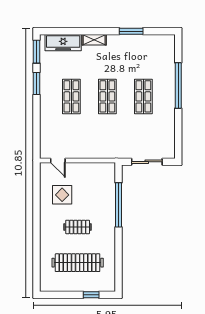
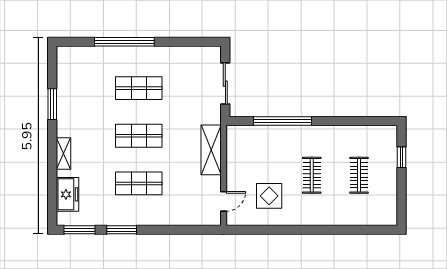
freezer: (63, 43) -> (67, 194), width x0.71
shelving: (97, 151) -> (211, 150), added
clothes rail: (78, 263) -> (359, 175), width x0.54, depth x0.76

